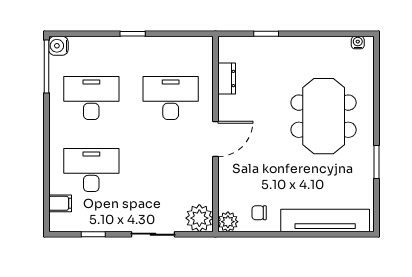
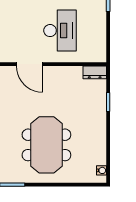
dresser: (227, 79) -> (95, 72), moved
meeting table: (324, 116) -> (46, 145), turned 90

